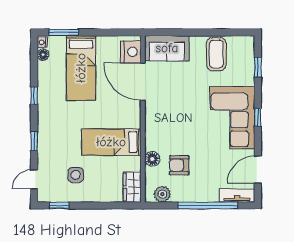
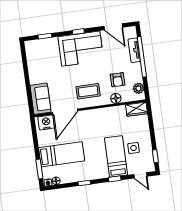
coffee table: (216, 54) -> (88, 91), moved
bed: (111, 142) -> (116, 156), moved, turned 180
tv unit: (237, 196) -> (134, 50), moved

